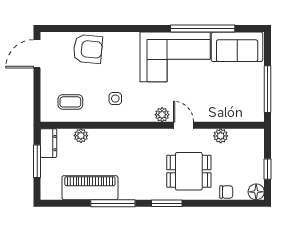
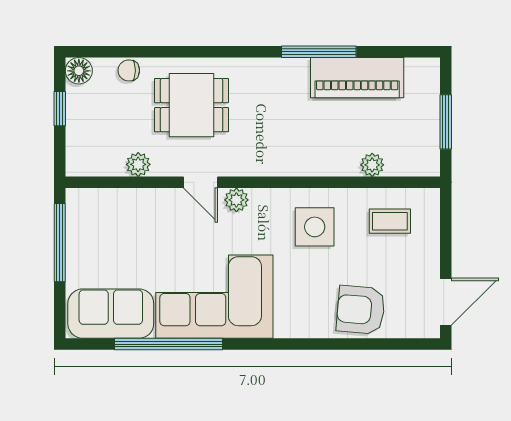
side table: (115, 99) -> (315, 227), width x1.87, depth x1.87
dresser: (49, 143) -> (426, 152), removed
window: (167, 203) -> (228, 52), removed

